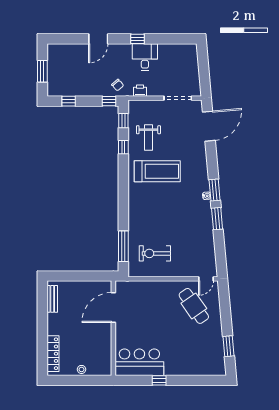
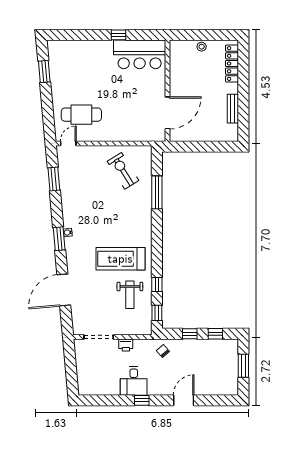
printer: (140, 91) -> (126, 345), moved
window: (109, 101) -> (190, 334), moved
door: (209, 126) -> (64, 290), moved
weight bench: (148, 137) -> (130, 295), turned 180
window: (217, 219) -> (54, 179), moved
window: (123, 246) -> (157, 192), moved
exercise bike: (155, 253) -> (123, 171), turned -122
bench: (52, 299) -> (233, 109), moved
cafe table: (194, 306) -> (81, 115), turned -55

